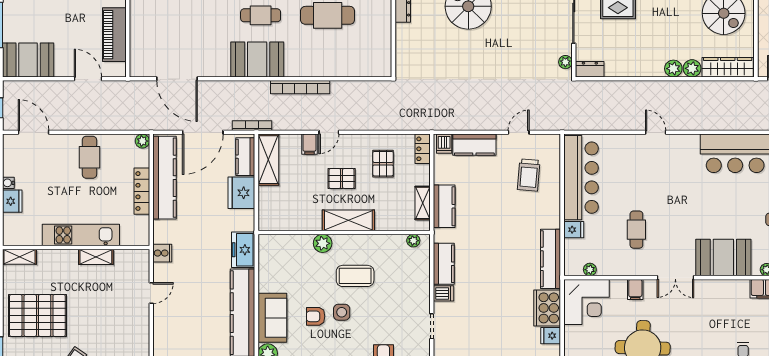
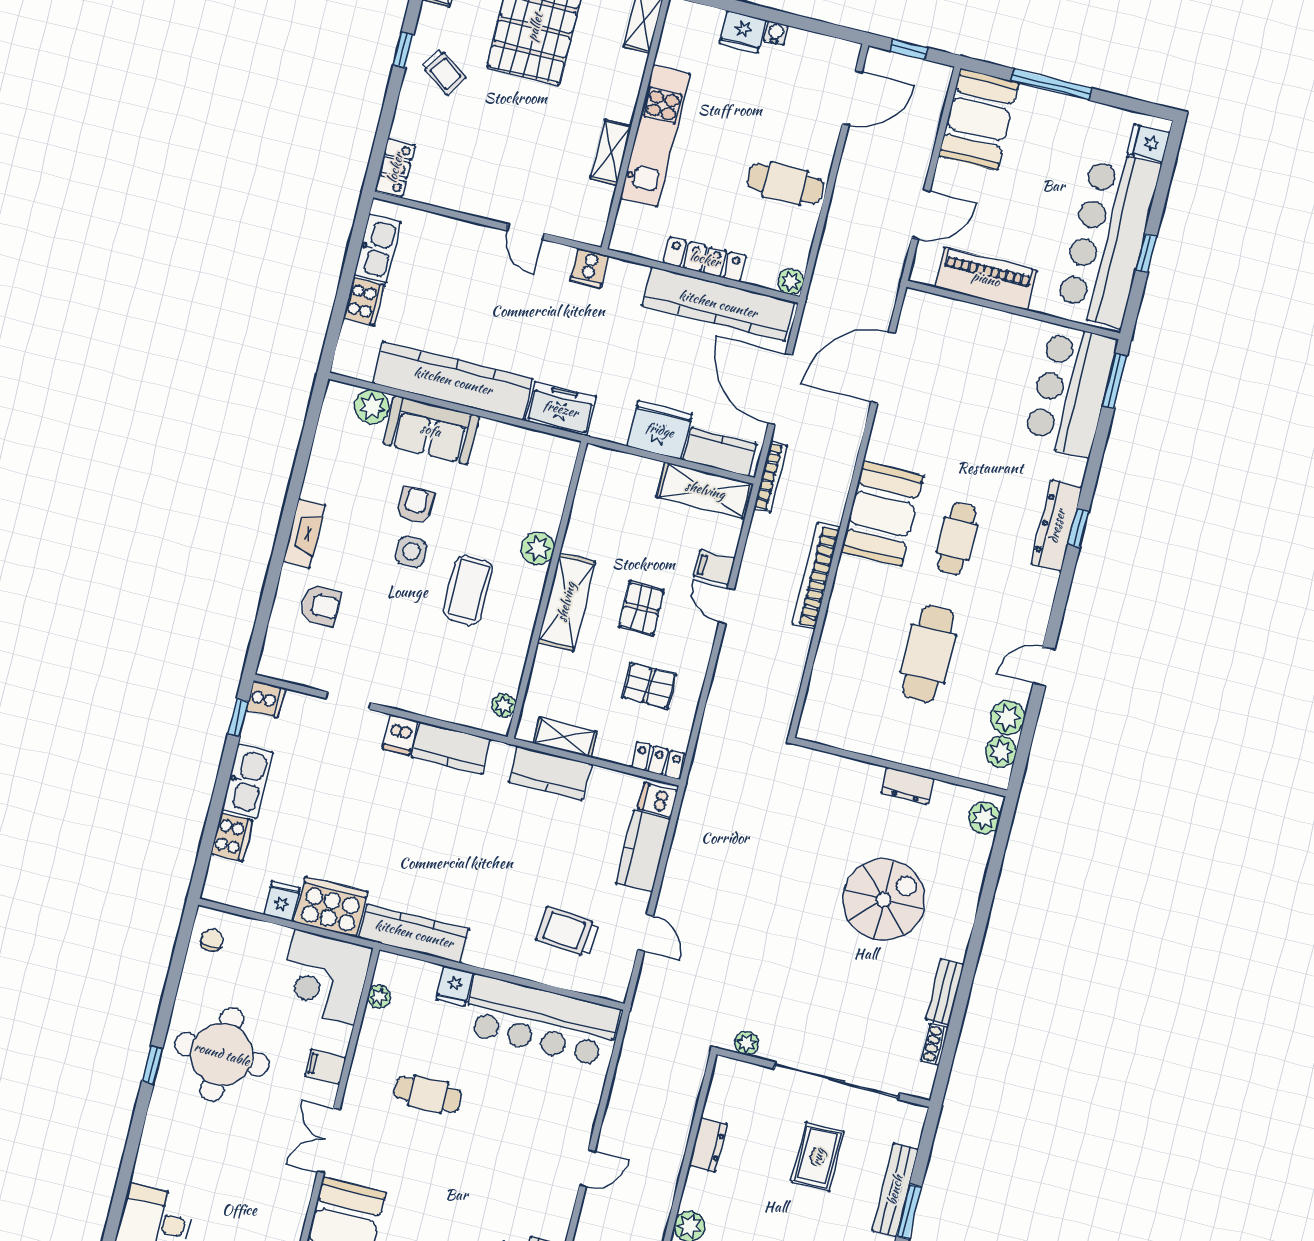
dresser: (590, 69) -> (708, 1145), moved

